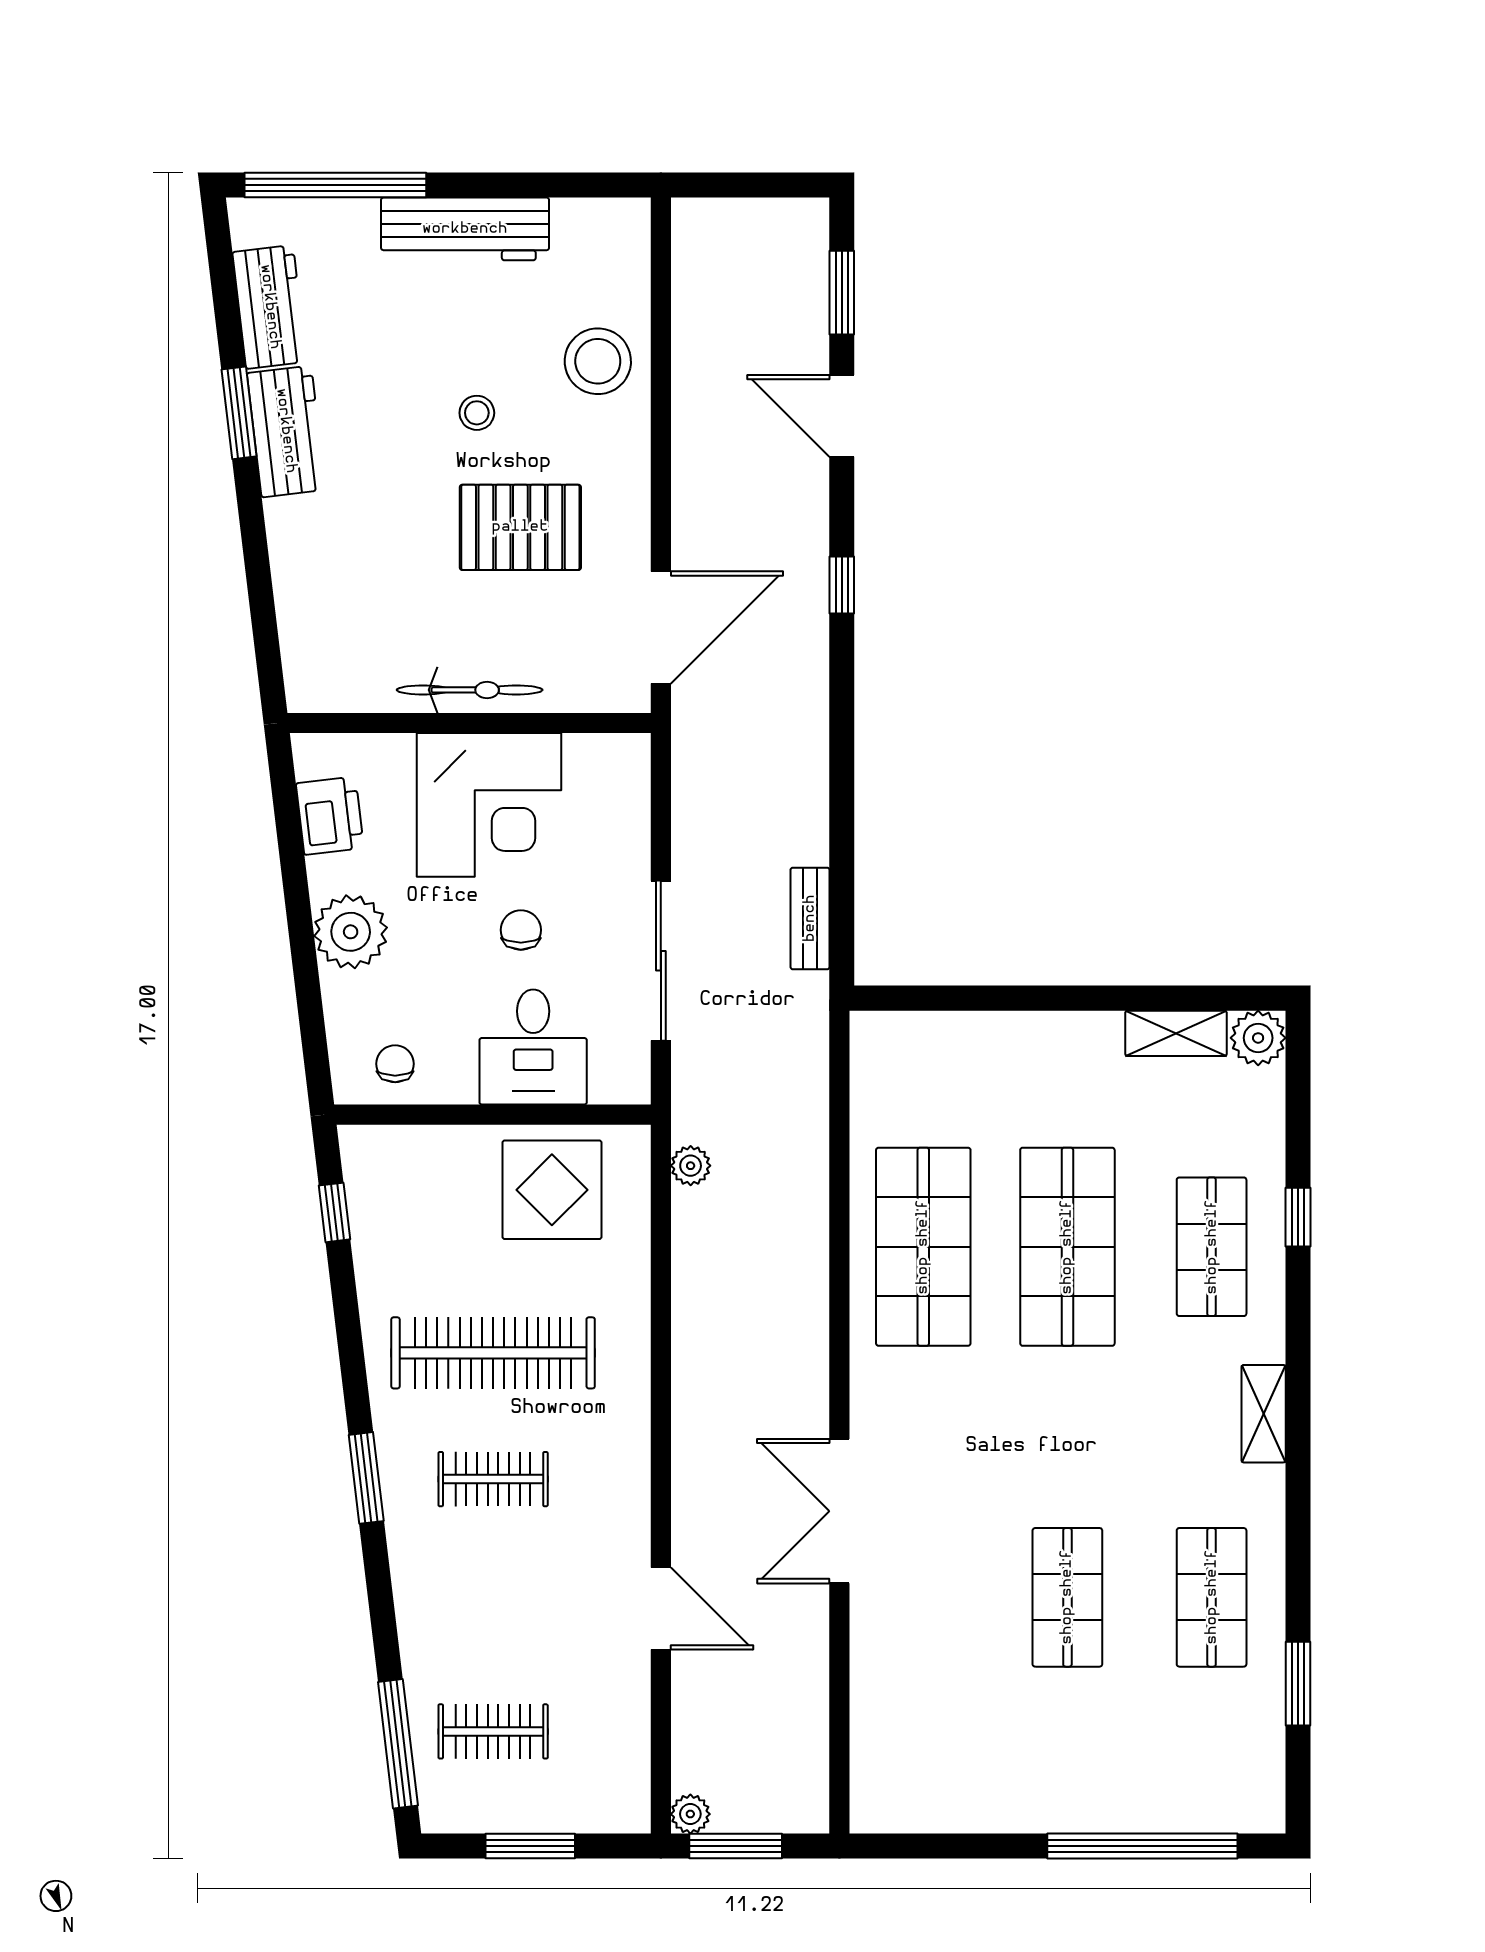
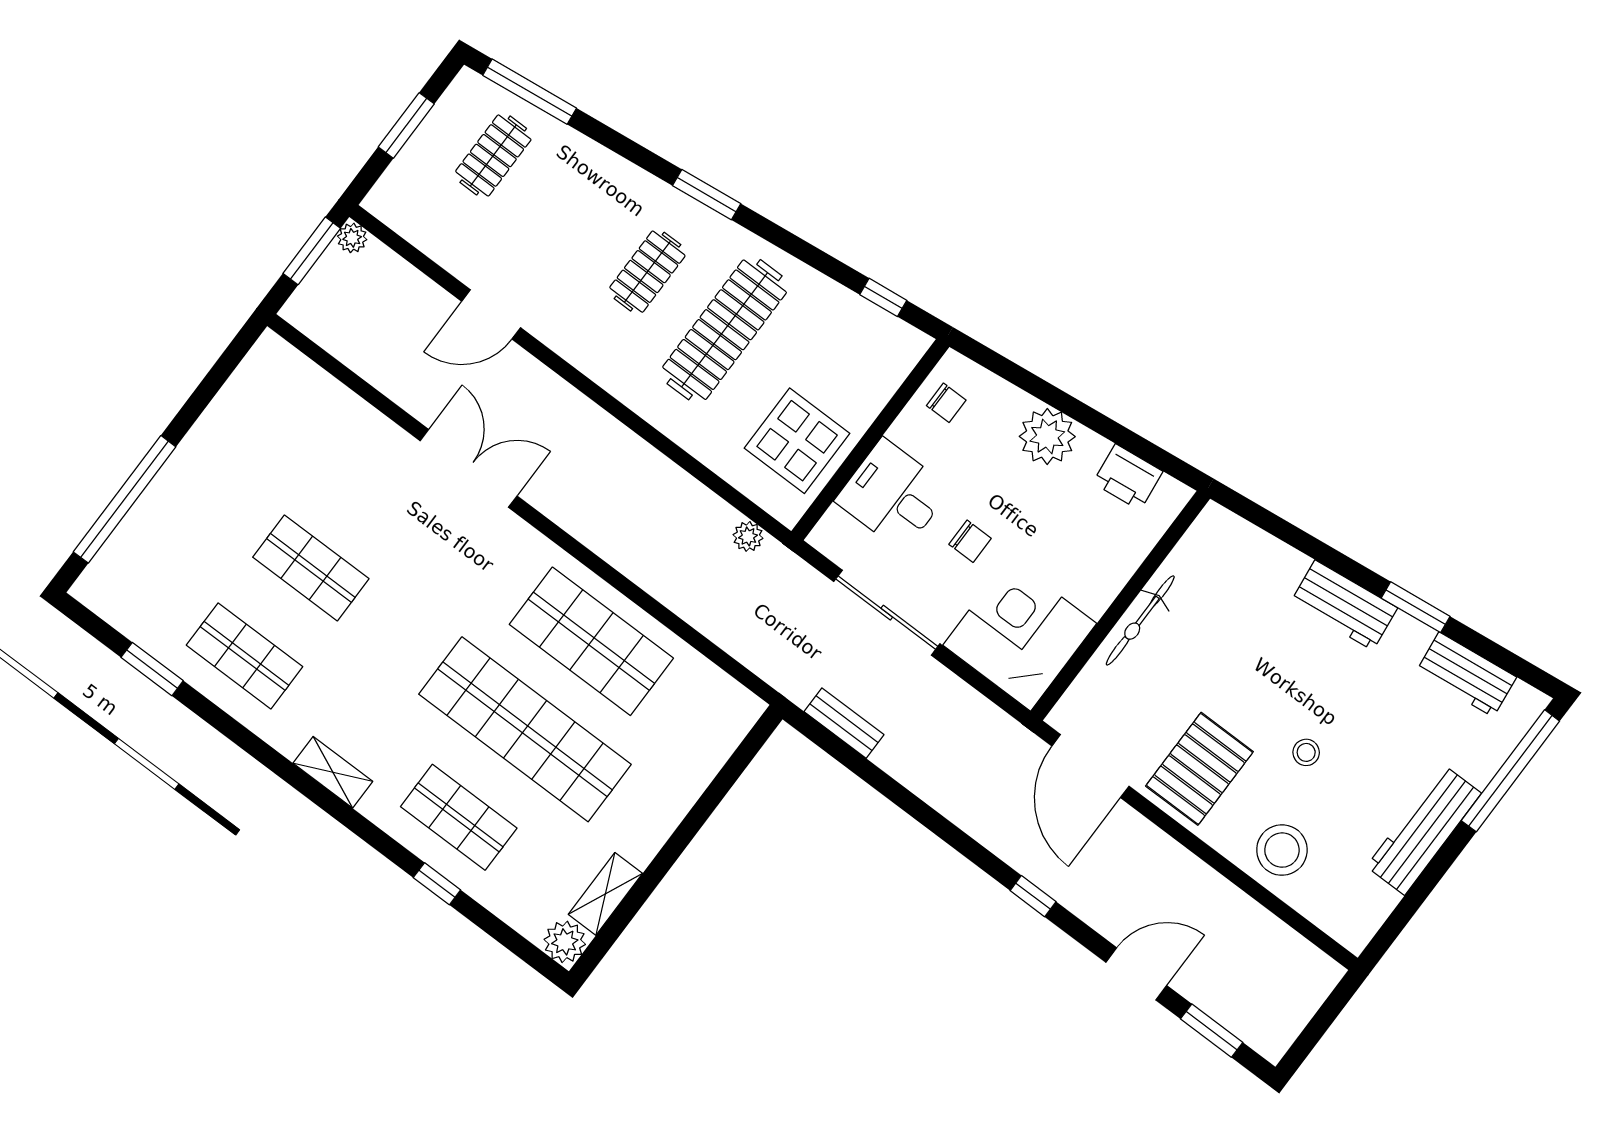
workbench: (286, 431) -> (1344, 605), moved
pallet: (520, 527) -> (1199, 769), moved
corner desk: (489, 805) -> (1020, 634), moved, turned 90
shop shelf: (1067, 1247) -> (525, 729), width x1.40

